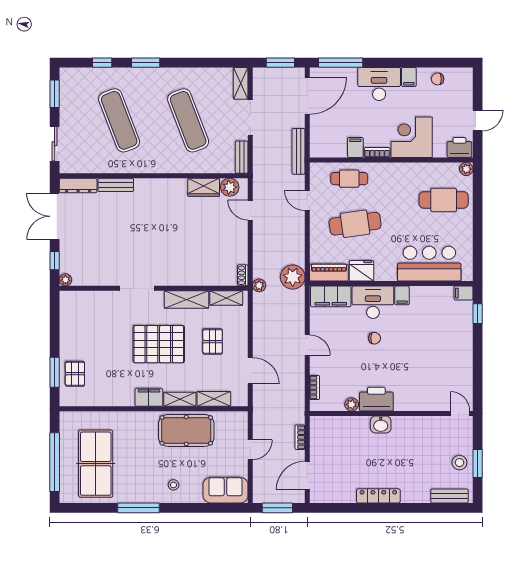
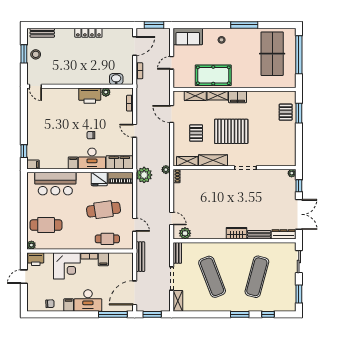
exercise mat: (119, 120) -> (257, 277), turned 36
wardrobe: (204, 187) -> (237, 233), moved
washbasin: (381, 425) -> (116, 79), moved

